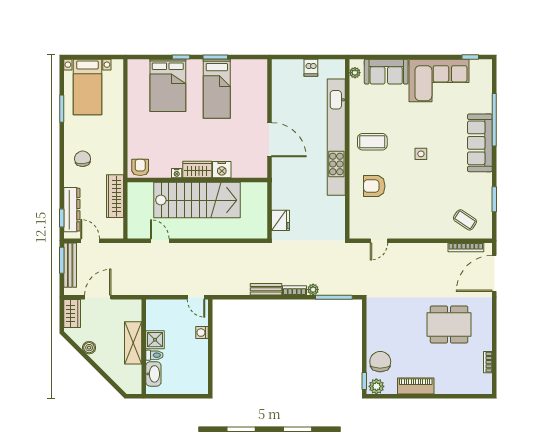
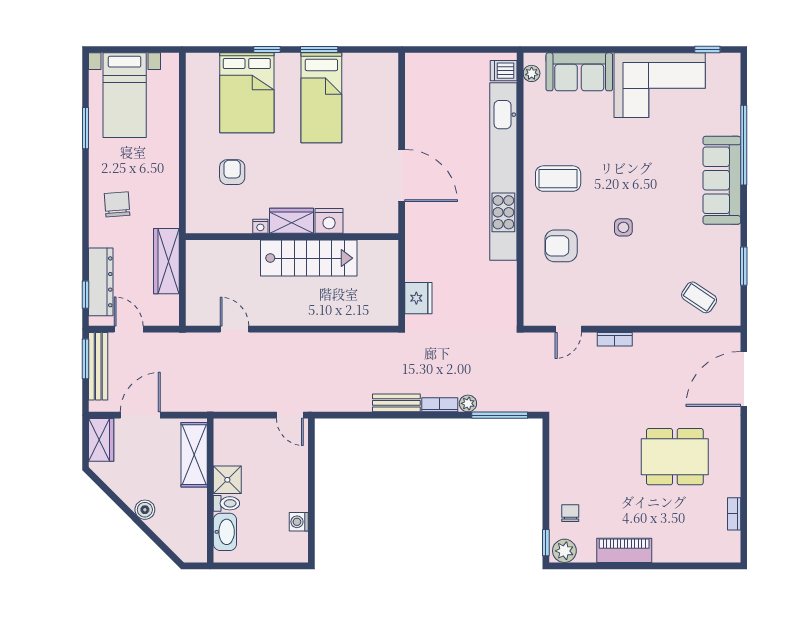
dishwasher: (311, 68) -> (504, 71), moved, turned 90
side table: (421, 154) -> (623, 227), moved
armchair: (140, 167) -> (232, 172), moved
stairs: (197, 200) -> (309, 258), width x0.73, depth x0.66
bookcase: (466, 247) -> (615, 339), moved, width x0.64
washing machine: (202, 333) -> (299, 522), moved
shelving: (133, 343) -> (194, 455), moved
boiler: (89, 348) -> (145, 510), moved
chair: (380, 362) -> (570, 513), width x0.54, depth x0.54

